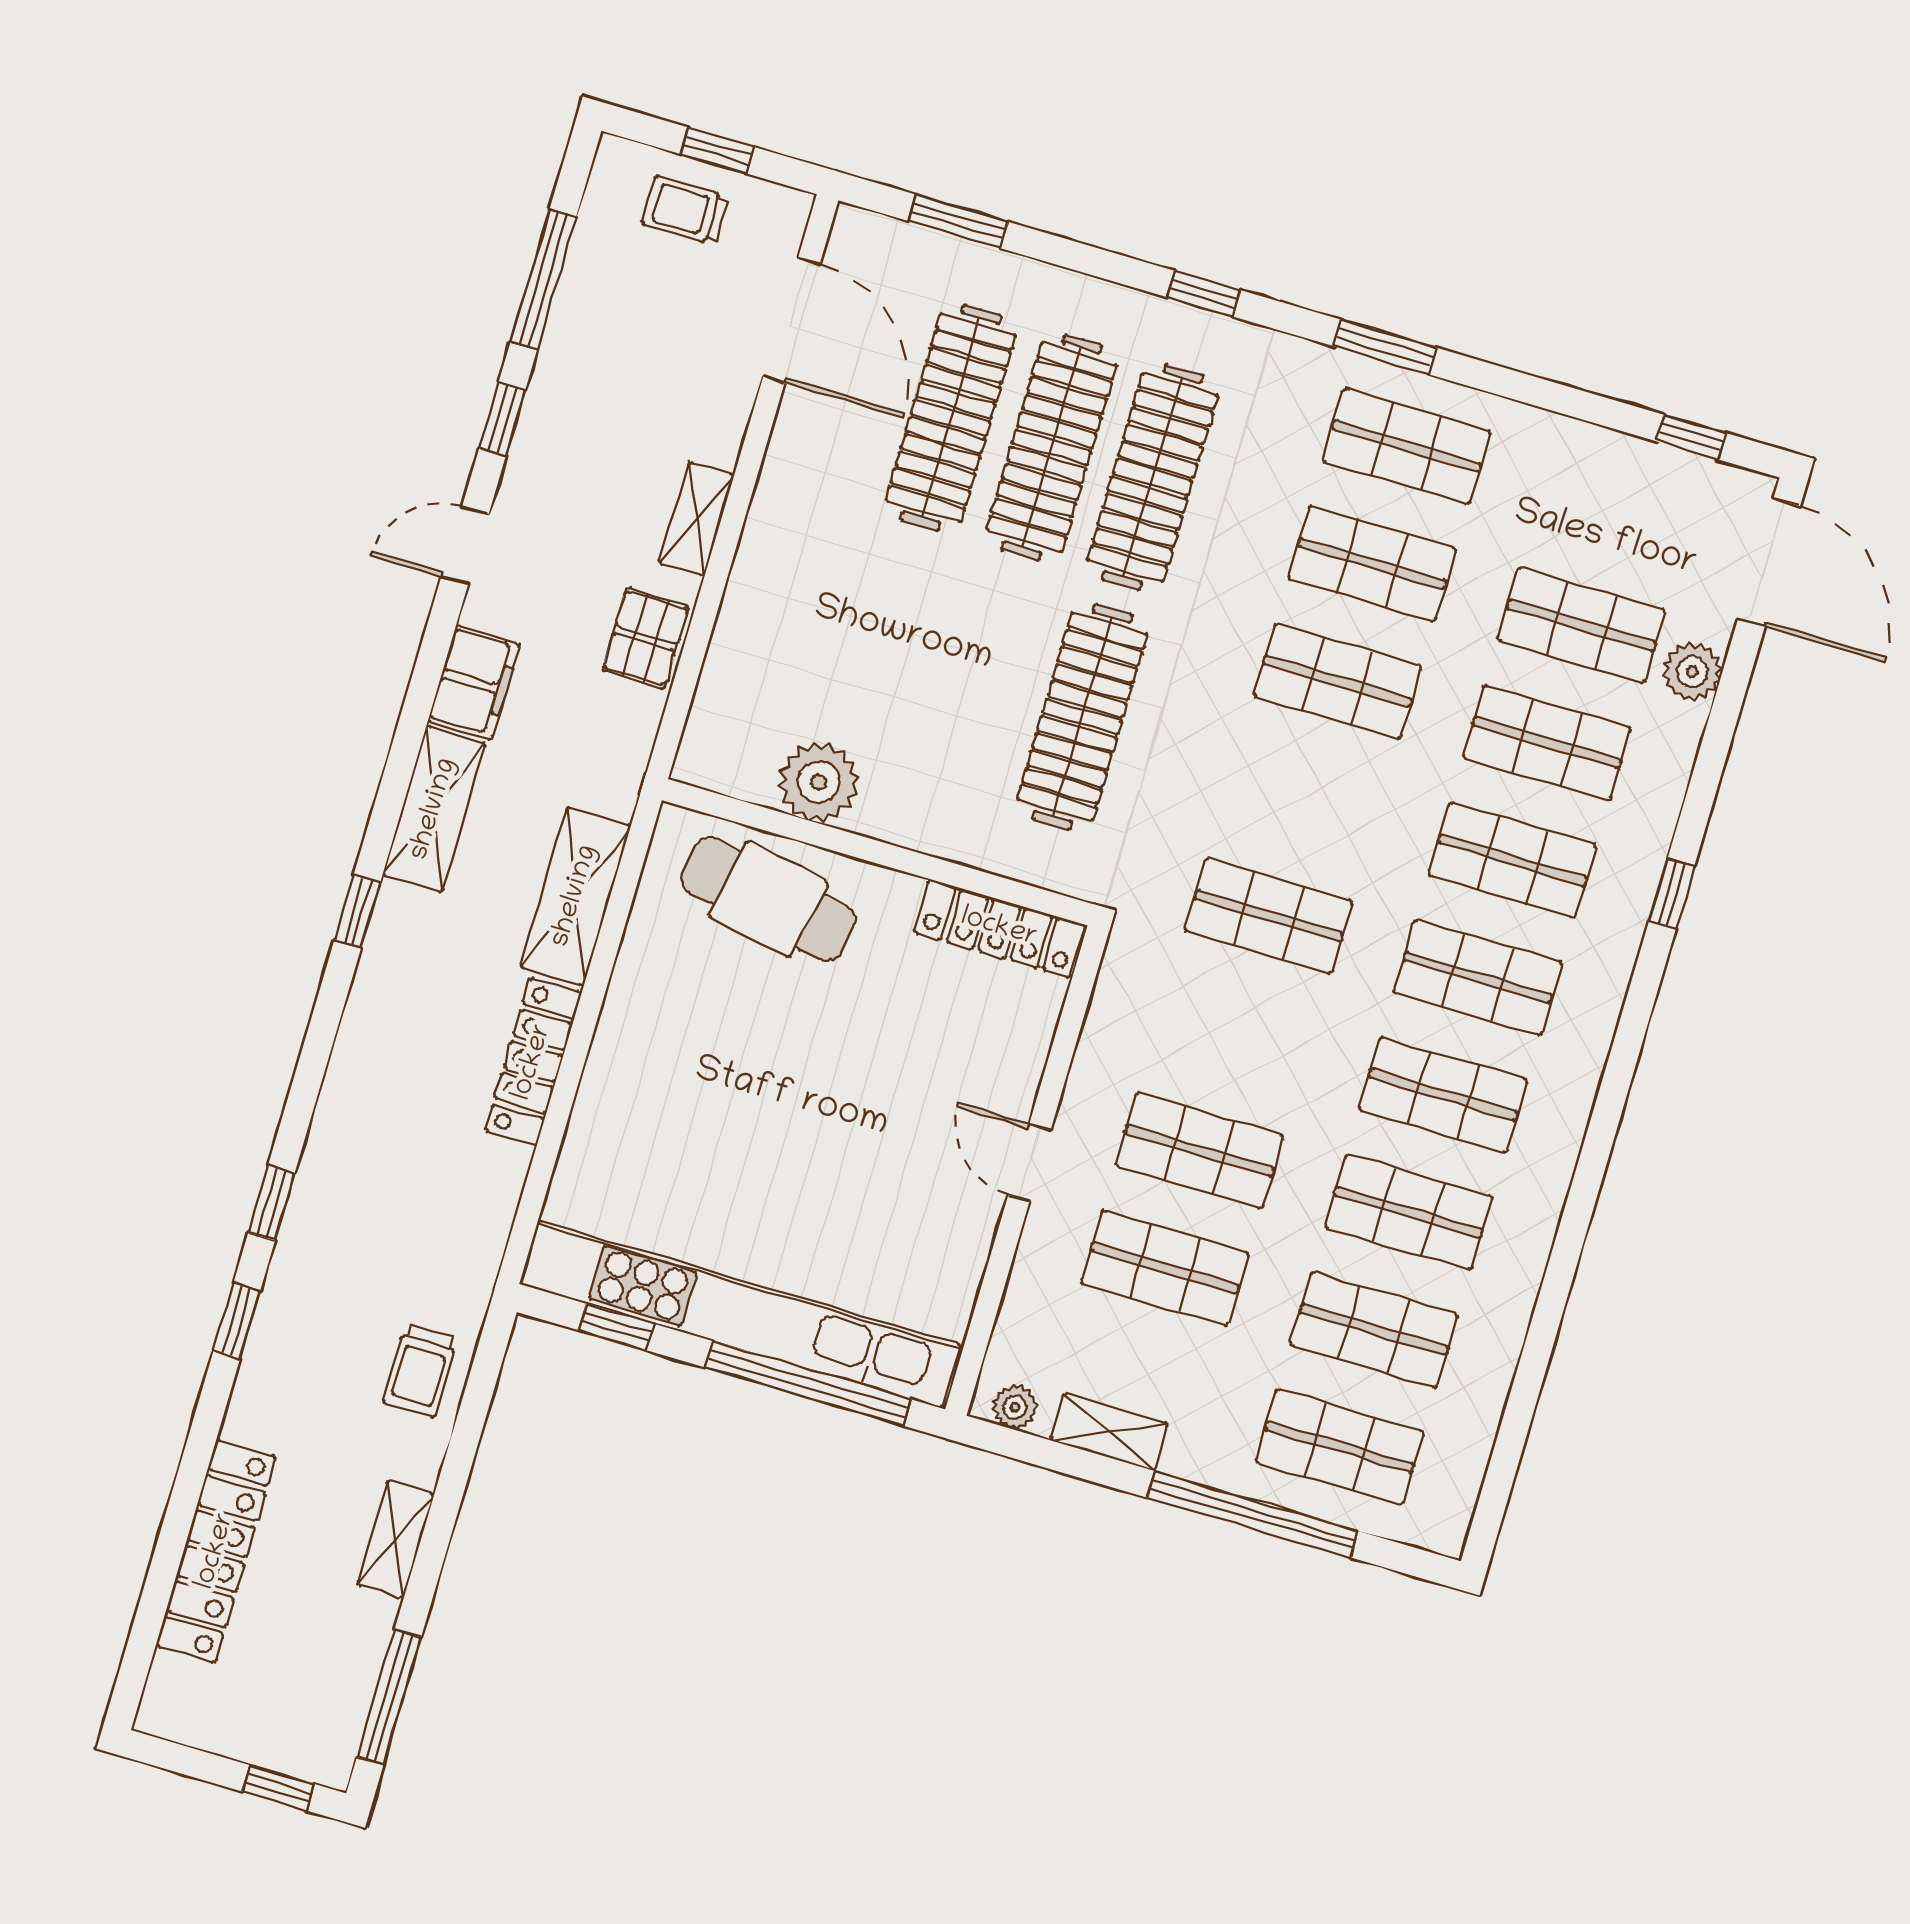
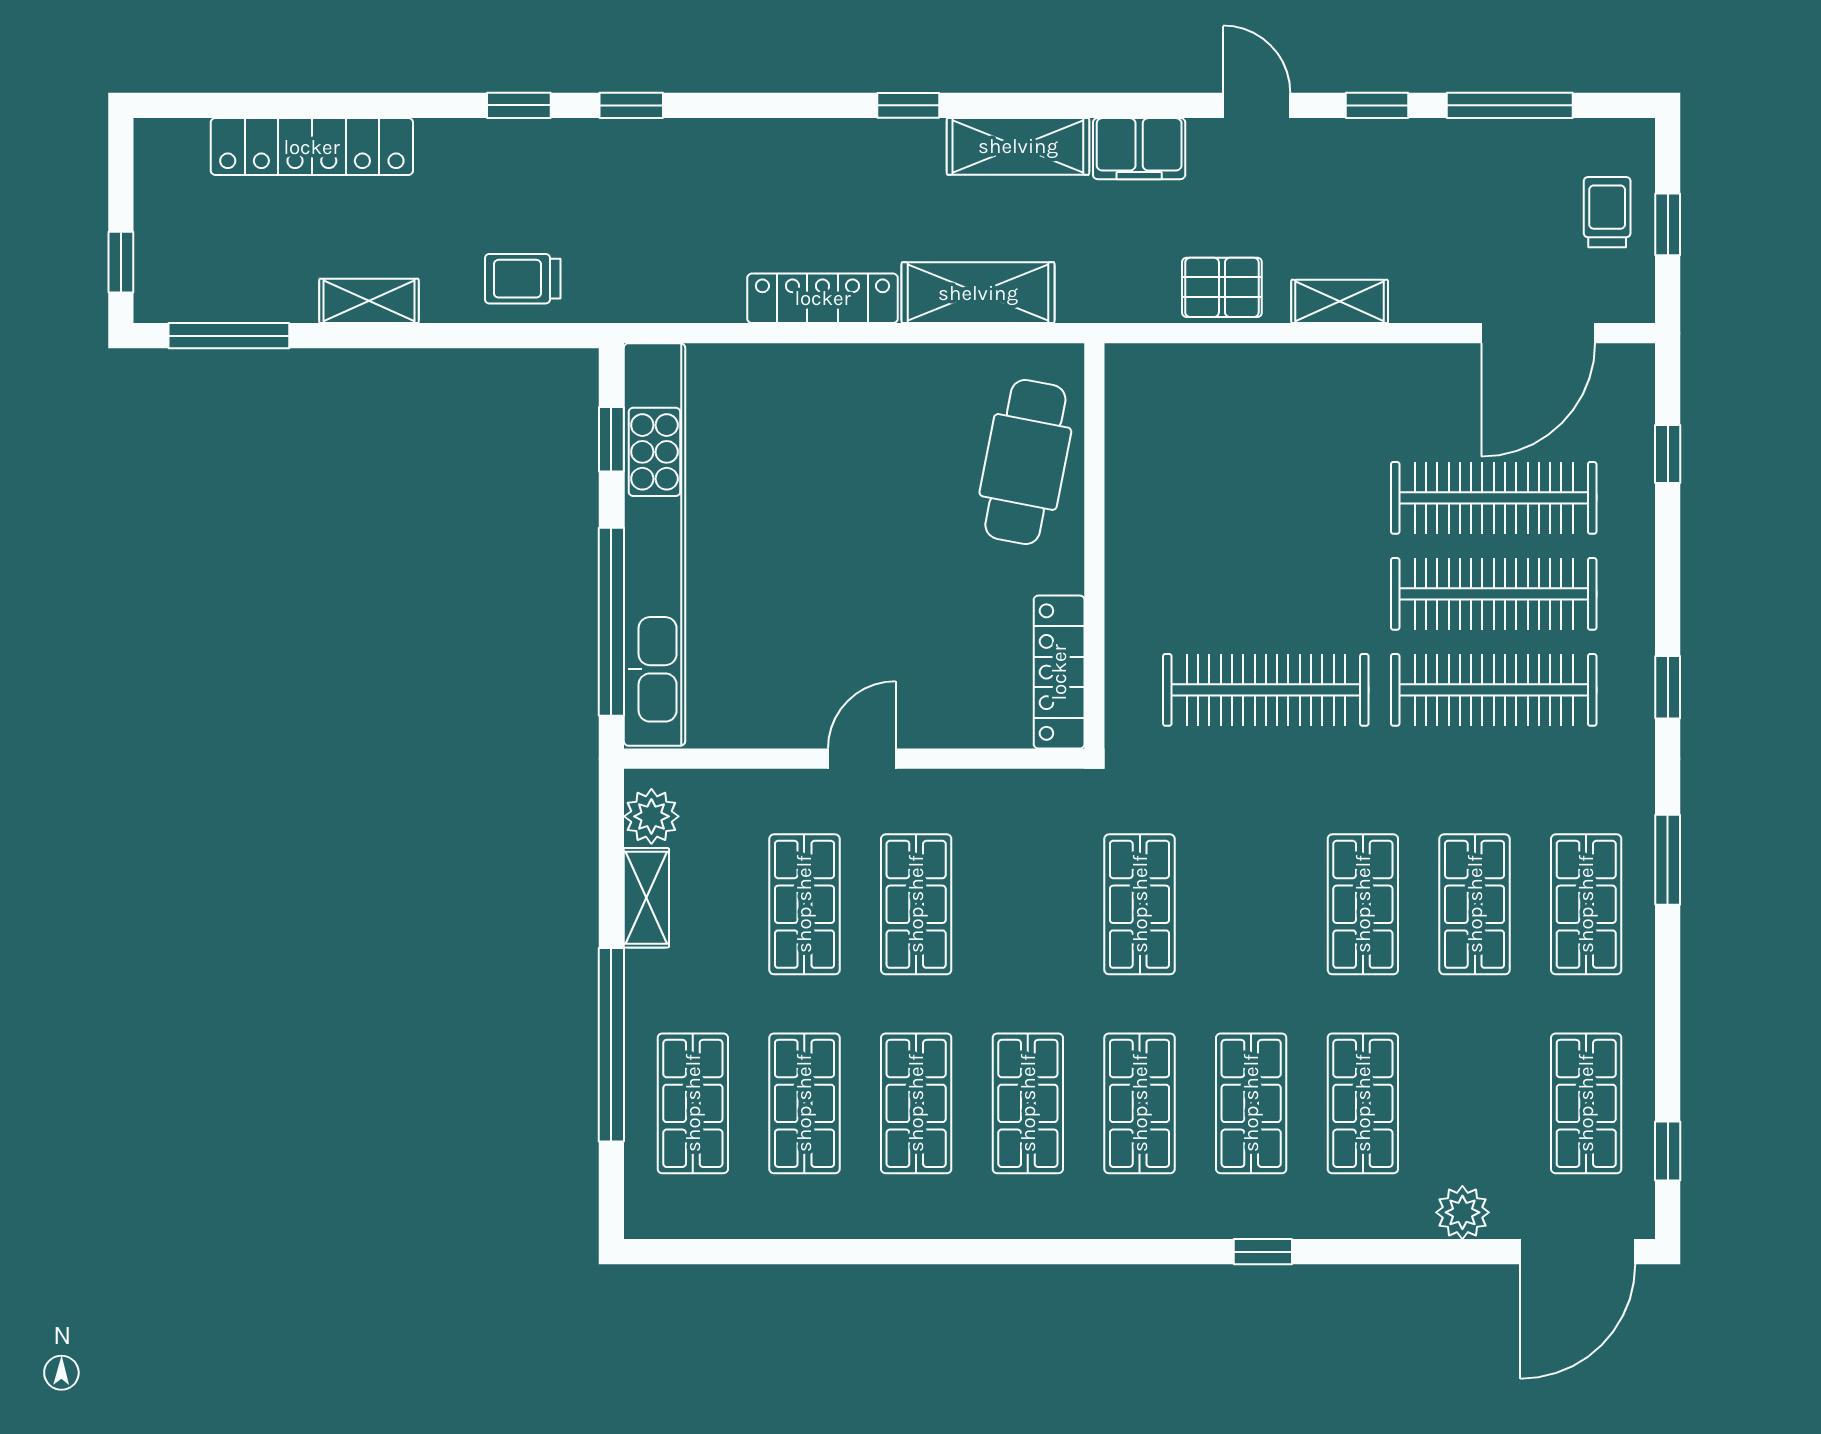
window: (958, 221) -> (1668, 454), width x0.67
shop shelf: (1581, 625) -> (1586, 1103), moved
plant: (819, 782) -> (1141, 476), removed
plant: (1015, 1407) -> (651, 816), width x1.38, depth x1.38

